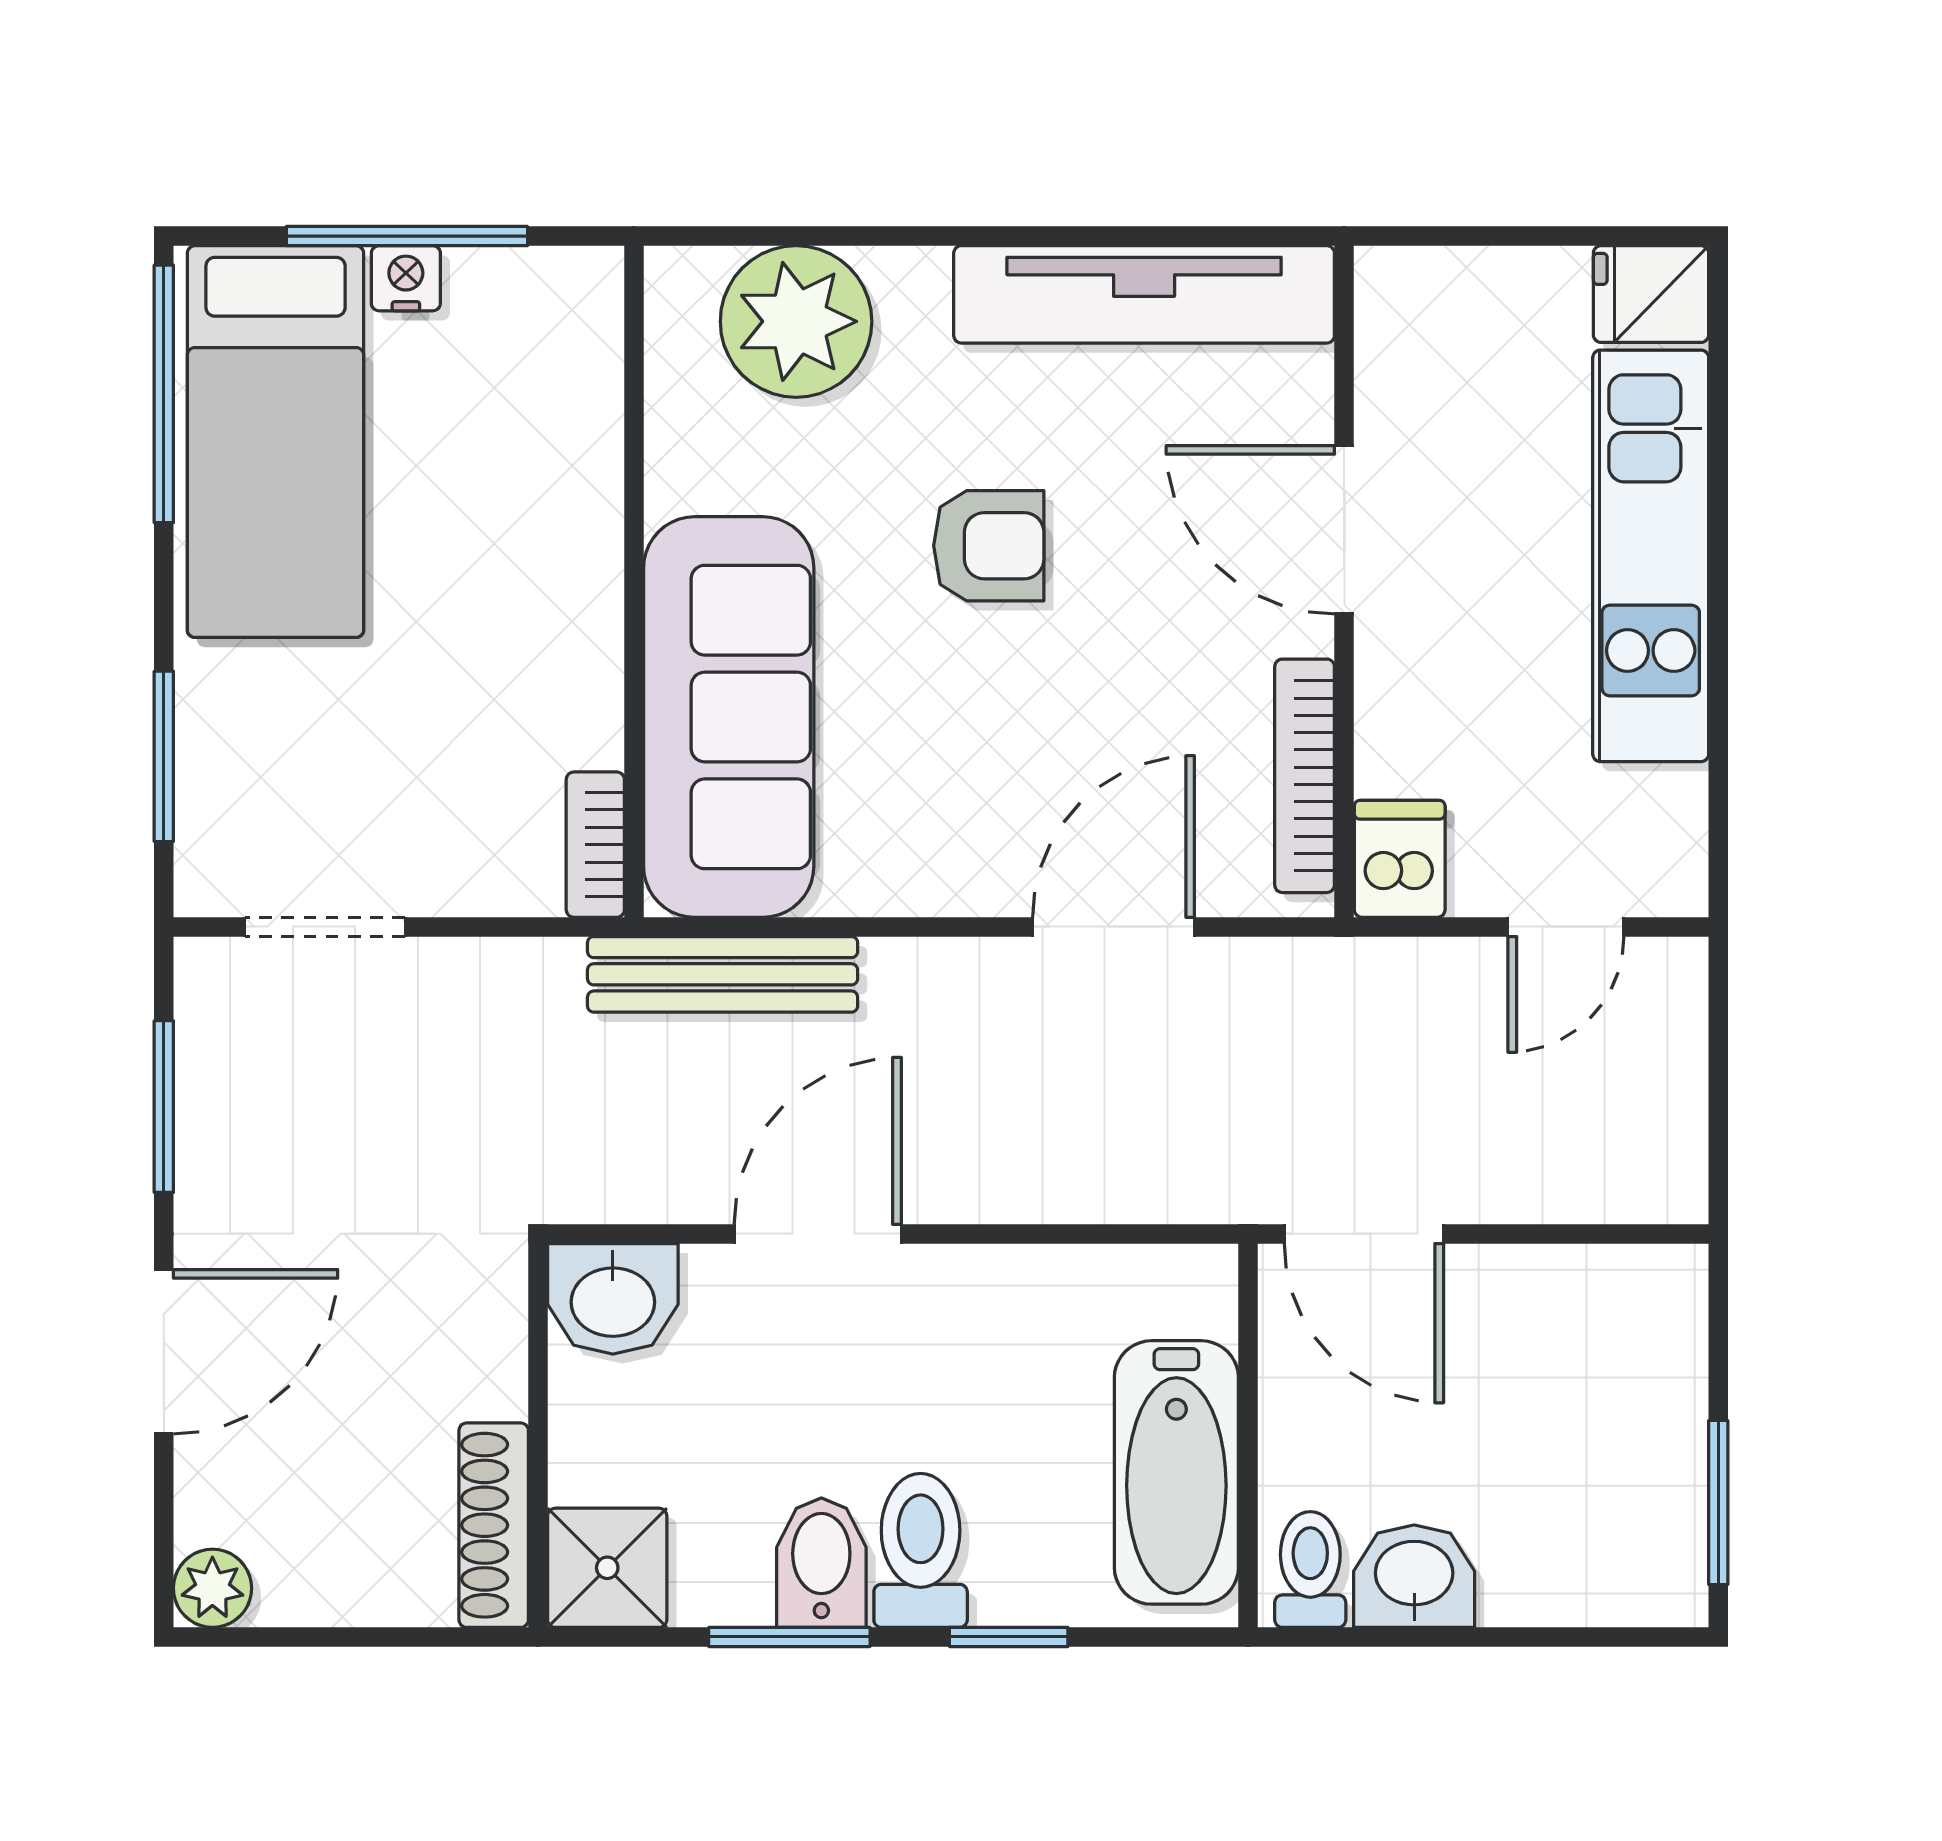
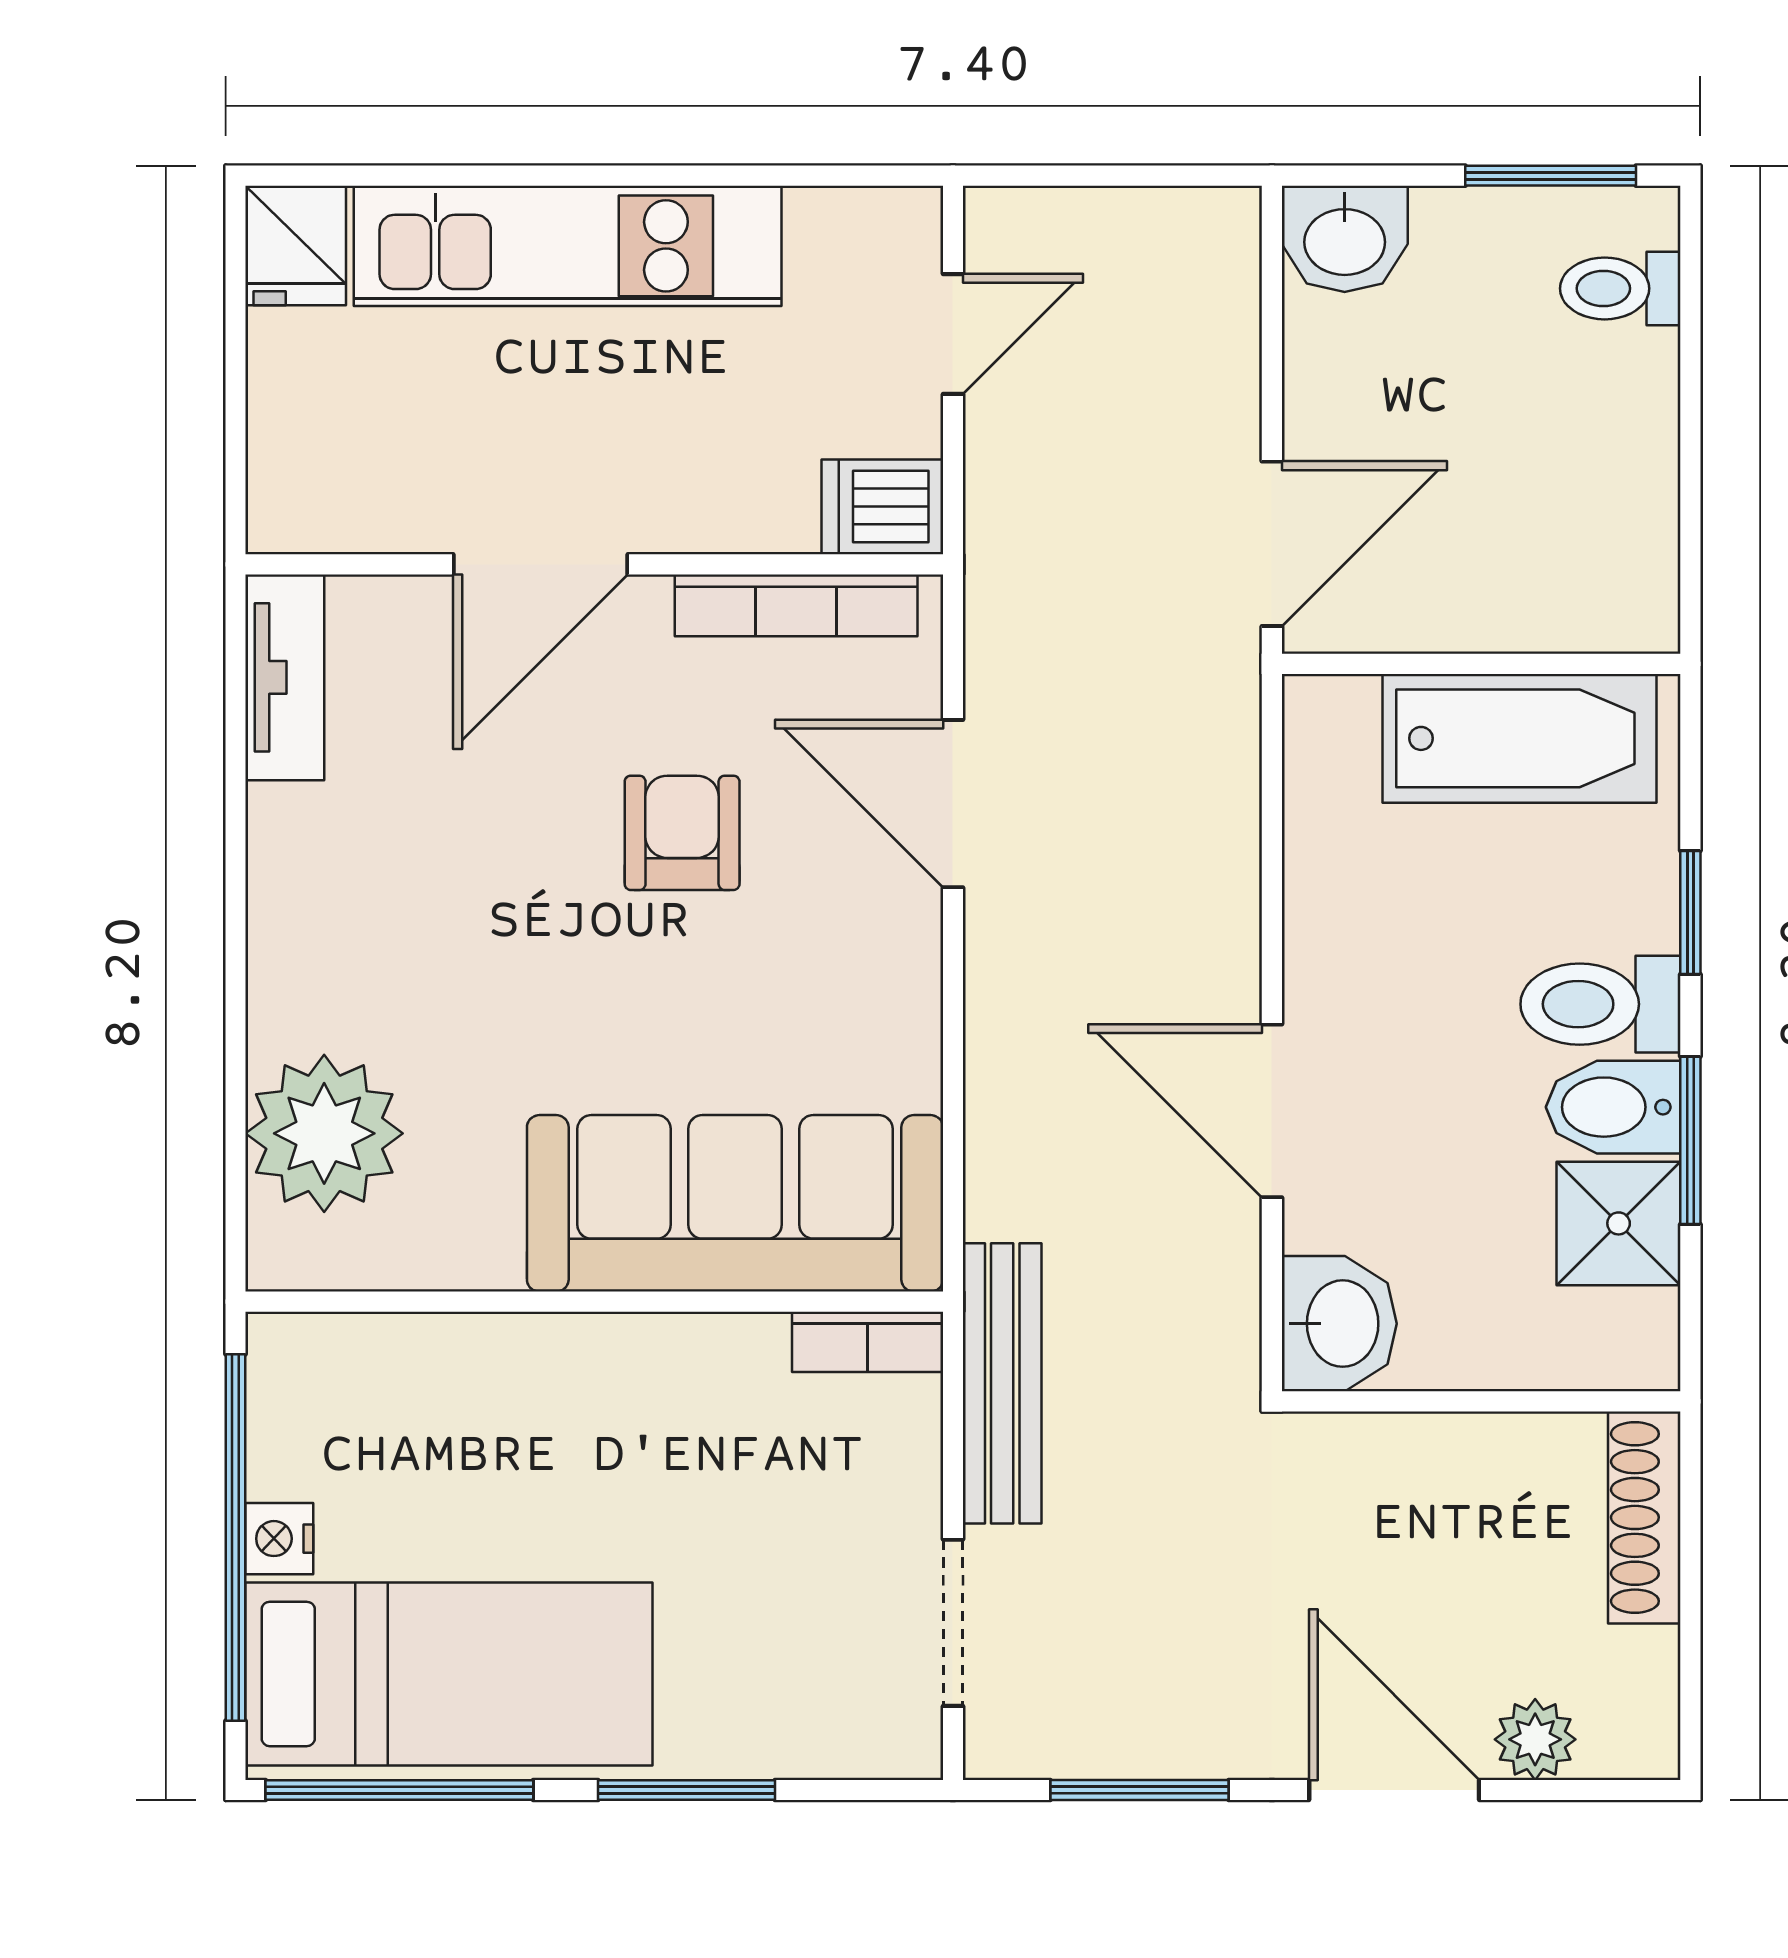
window: (407, 236) -> (236, 1538), width x1.46
tv unit: (1144, 294) -> (285, 677), width x0.52, depth x0.78
armchair: (989, 546) -> (682, 833), moved
window: (164, 756) -> (687, 1790), moved
door: (1566, 927) -> (953, 334), hinge flipped
bench: (723, 974) -> (1002, 1383), moved
shoe rack: (494, 1525) -> (1644, 1517), moved, turned 90
shower: (607, 1568) -> (1619, 1223), moved
toilet: (1310, 1569) -> (1620, 288), moved
washbasin: (1414, 1576) -> (1345, 239), moved, turned -90
plant: (212, 1588) -> (1535, 1739), moved

